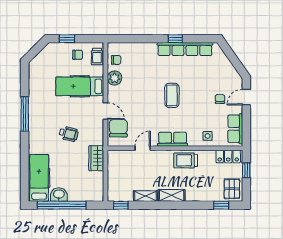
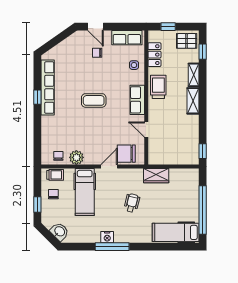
nightstand: (34, 109) -> (107, 237), added
locker: (228, 157) -> (154, 55), moved
trolley: (186, 160) -> (158, 87), turned 180
washbasin: (59, 194) -> (59, 232), moved, turned 135
shelving: (145, 196) -> (194, 75), moved

